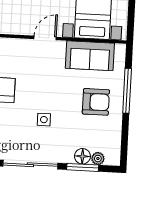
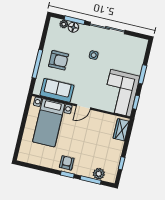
armchair: (96, 102) -> (59, 60), turned 180

